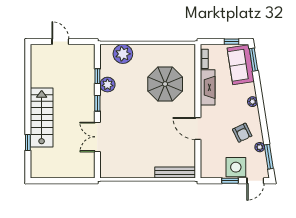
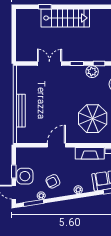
bench: (175, 172) -> (21, 111), moved

